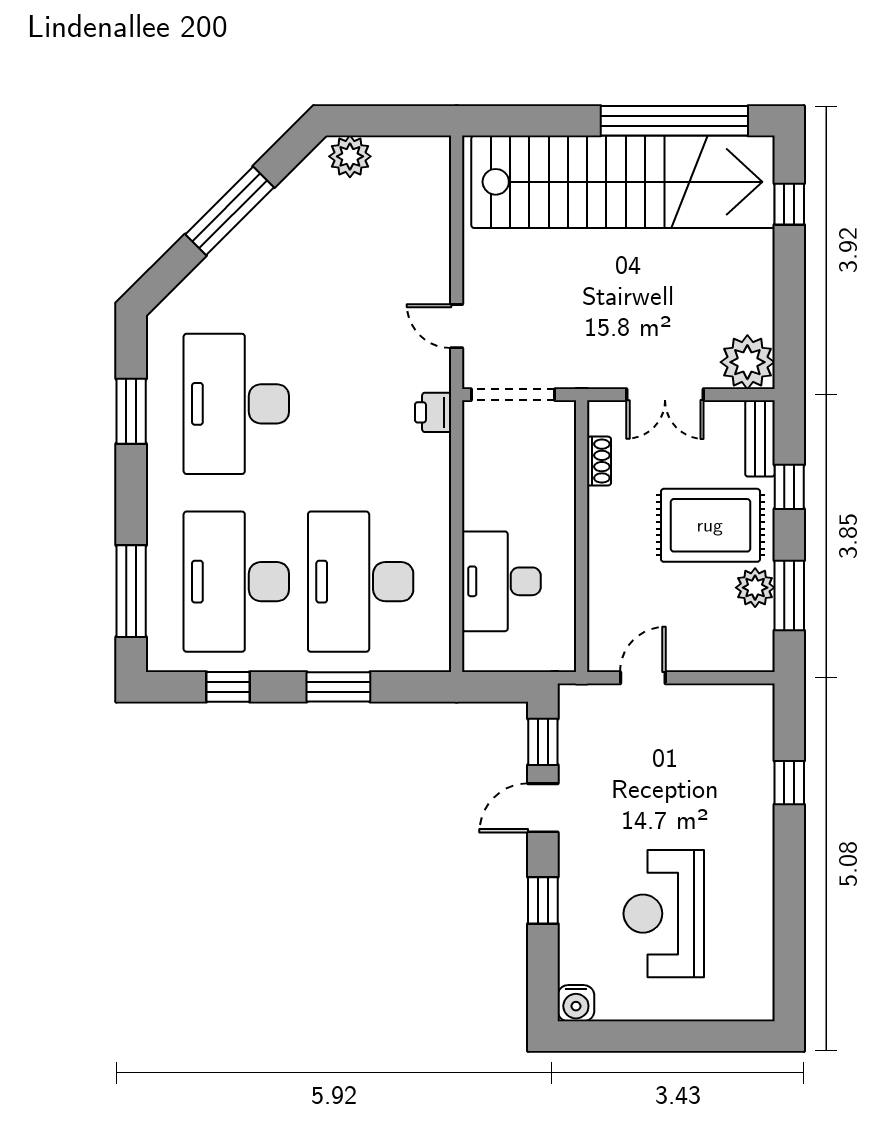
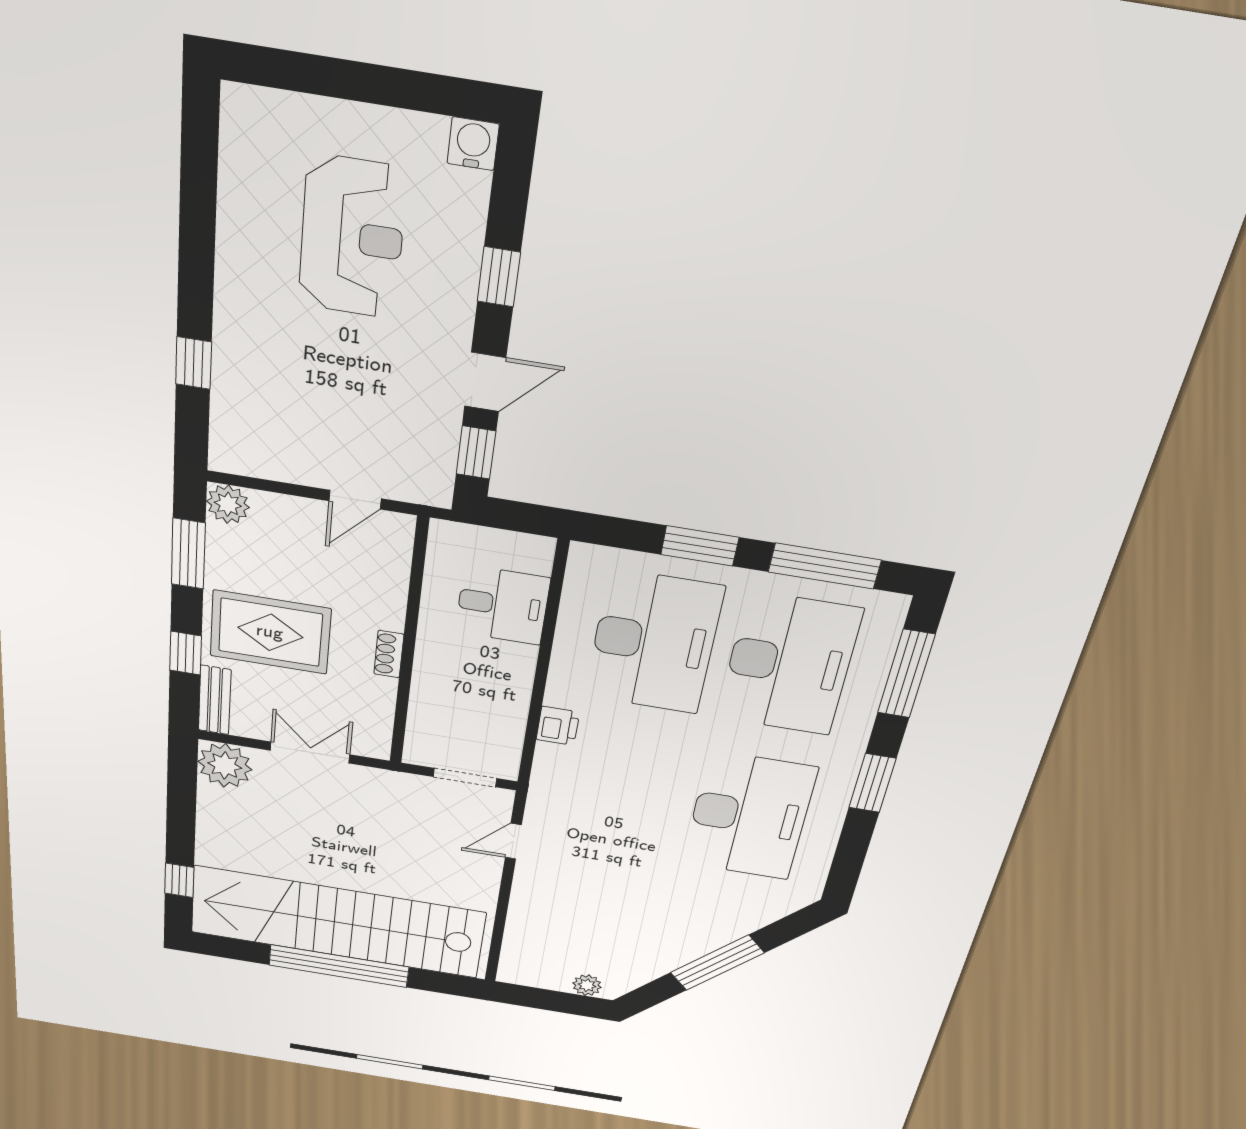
window: (674, 121) -> (339, 966), moved
plant: (350, 156) -> (587, 985), width x0.73, depth x0.73
door: (457, 326) -> (513, 841), swing flipped
doorway: (513, 395) -> (465, 778), width x0.73
window: (131, 411) -> (872, 783), moved
printer: (433, 412) -> (558, 726), moved
shoe rack: (599, 461) -> (389, 654), moved
desk: (501, 581) -> (502, 605), width x0.73
plant: (755, 588) -> (228, 504), moved
window: (228, 687) -> (825, 566), width x2.17

